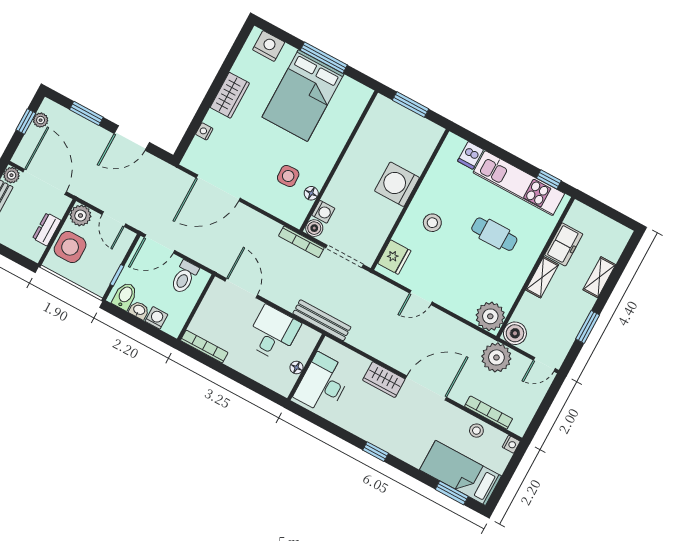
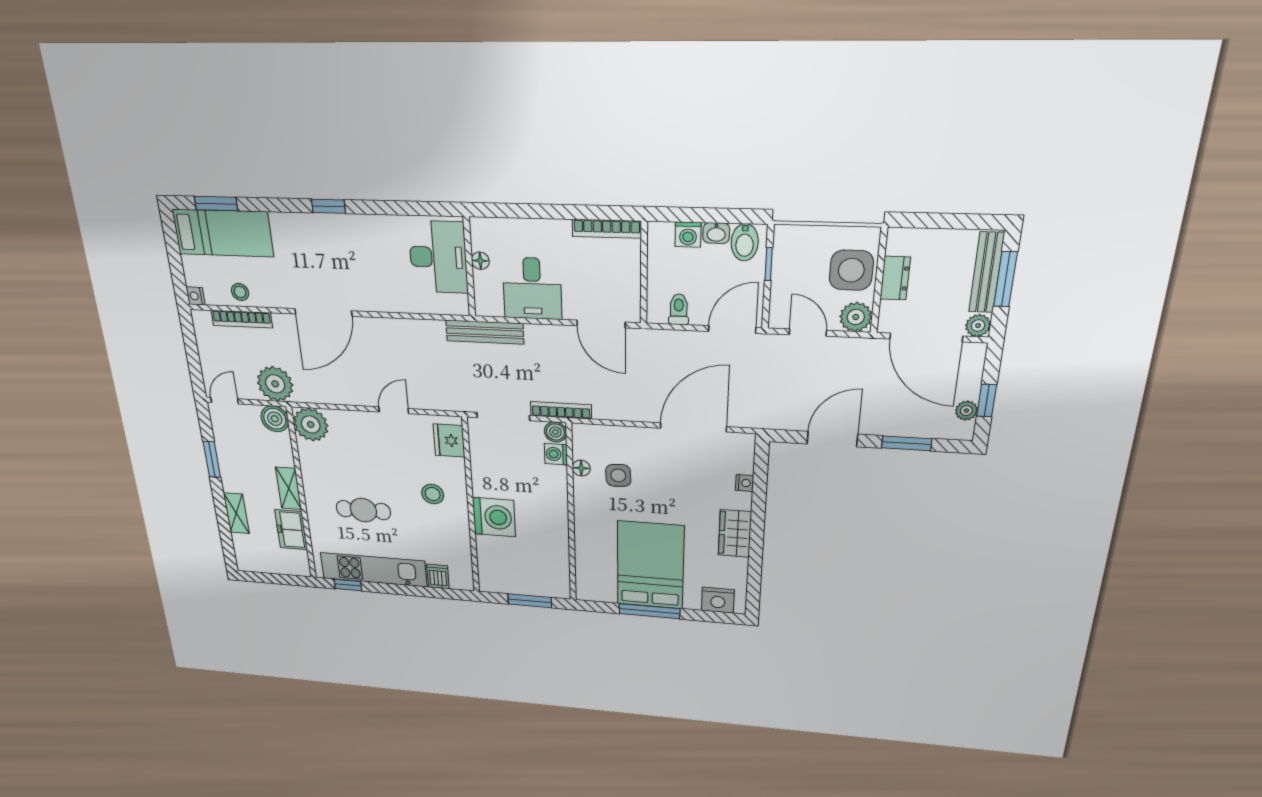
toilet: (184, 277) -> (679, 309), width x0.73, depth x0.72
wardrobe: (384, 380) -> (374, 298), removed

